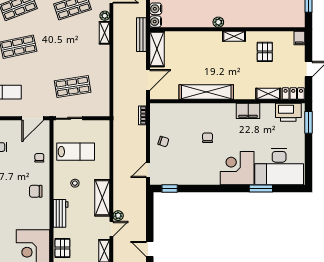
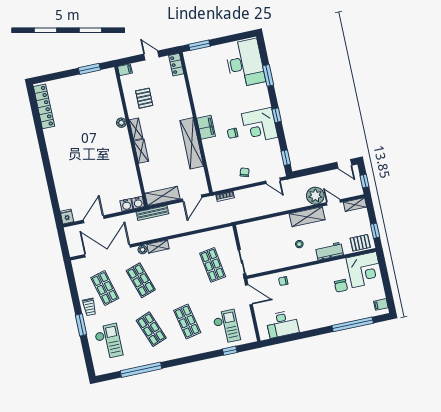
plant: (218, 22) -> (121, 123), moved
pallet: (265, 52) -> (144, 98), turned 90
door: (148, 80) -> (192, 198), swing flipped
shelving: (268, 94) -> (141, 151), moved
filing cabinet: (248, 111) -> (206, 127), moved
printer: (288, 112) -> (194, 65), removed
lab bench: (76, 152) -> (271, 250), removed
corner desk: (237, 168) -> (260, 125), moved
window: (217, 188) -> (277, 115), added
chair: (36, 191) -> (341, 286), moved
plant: (118, 216) -> (315, 196), width x1.87, depth x1.87
door: (150, 249) -> (344, 164), hinge flipped

